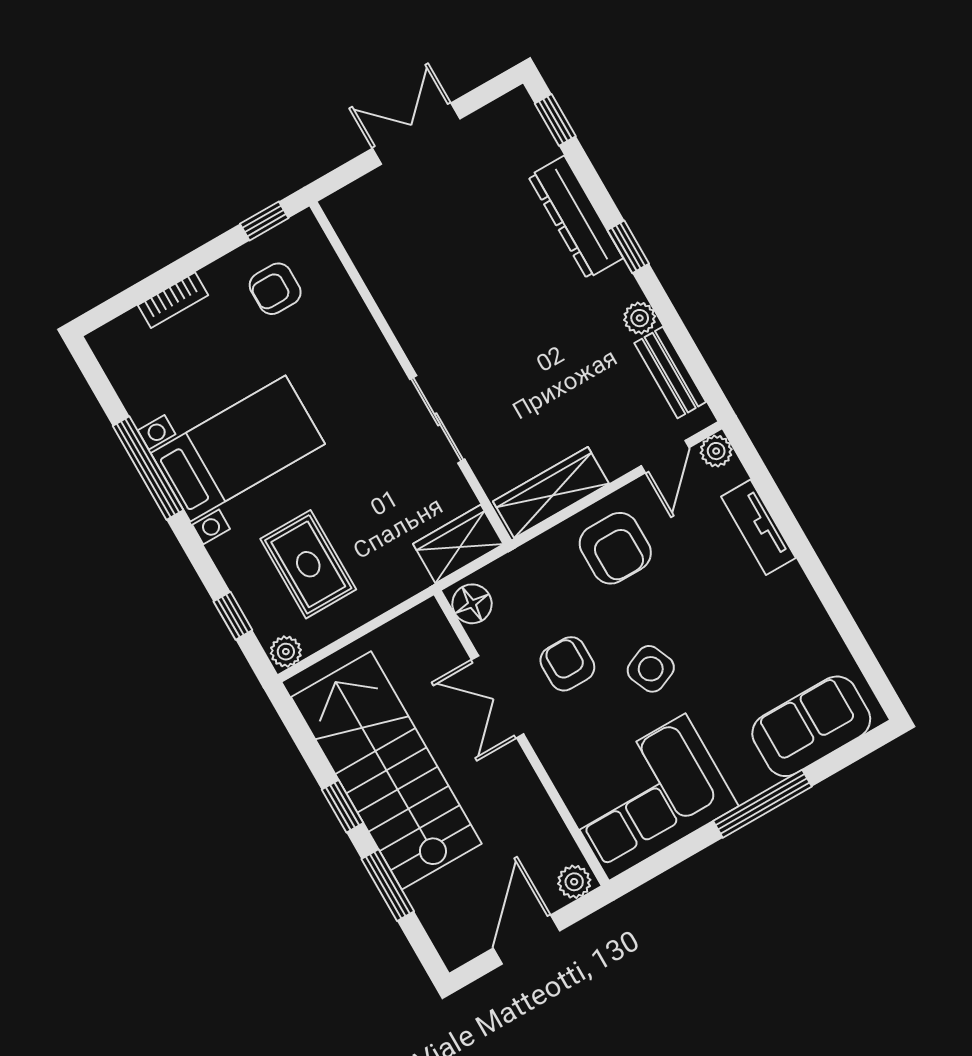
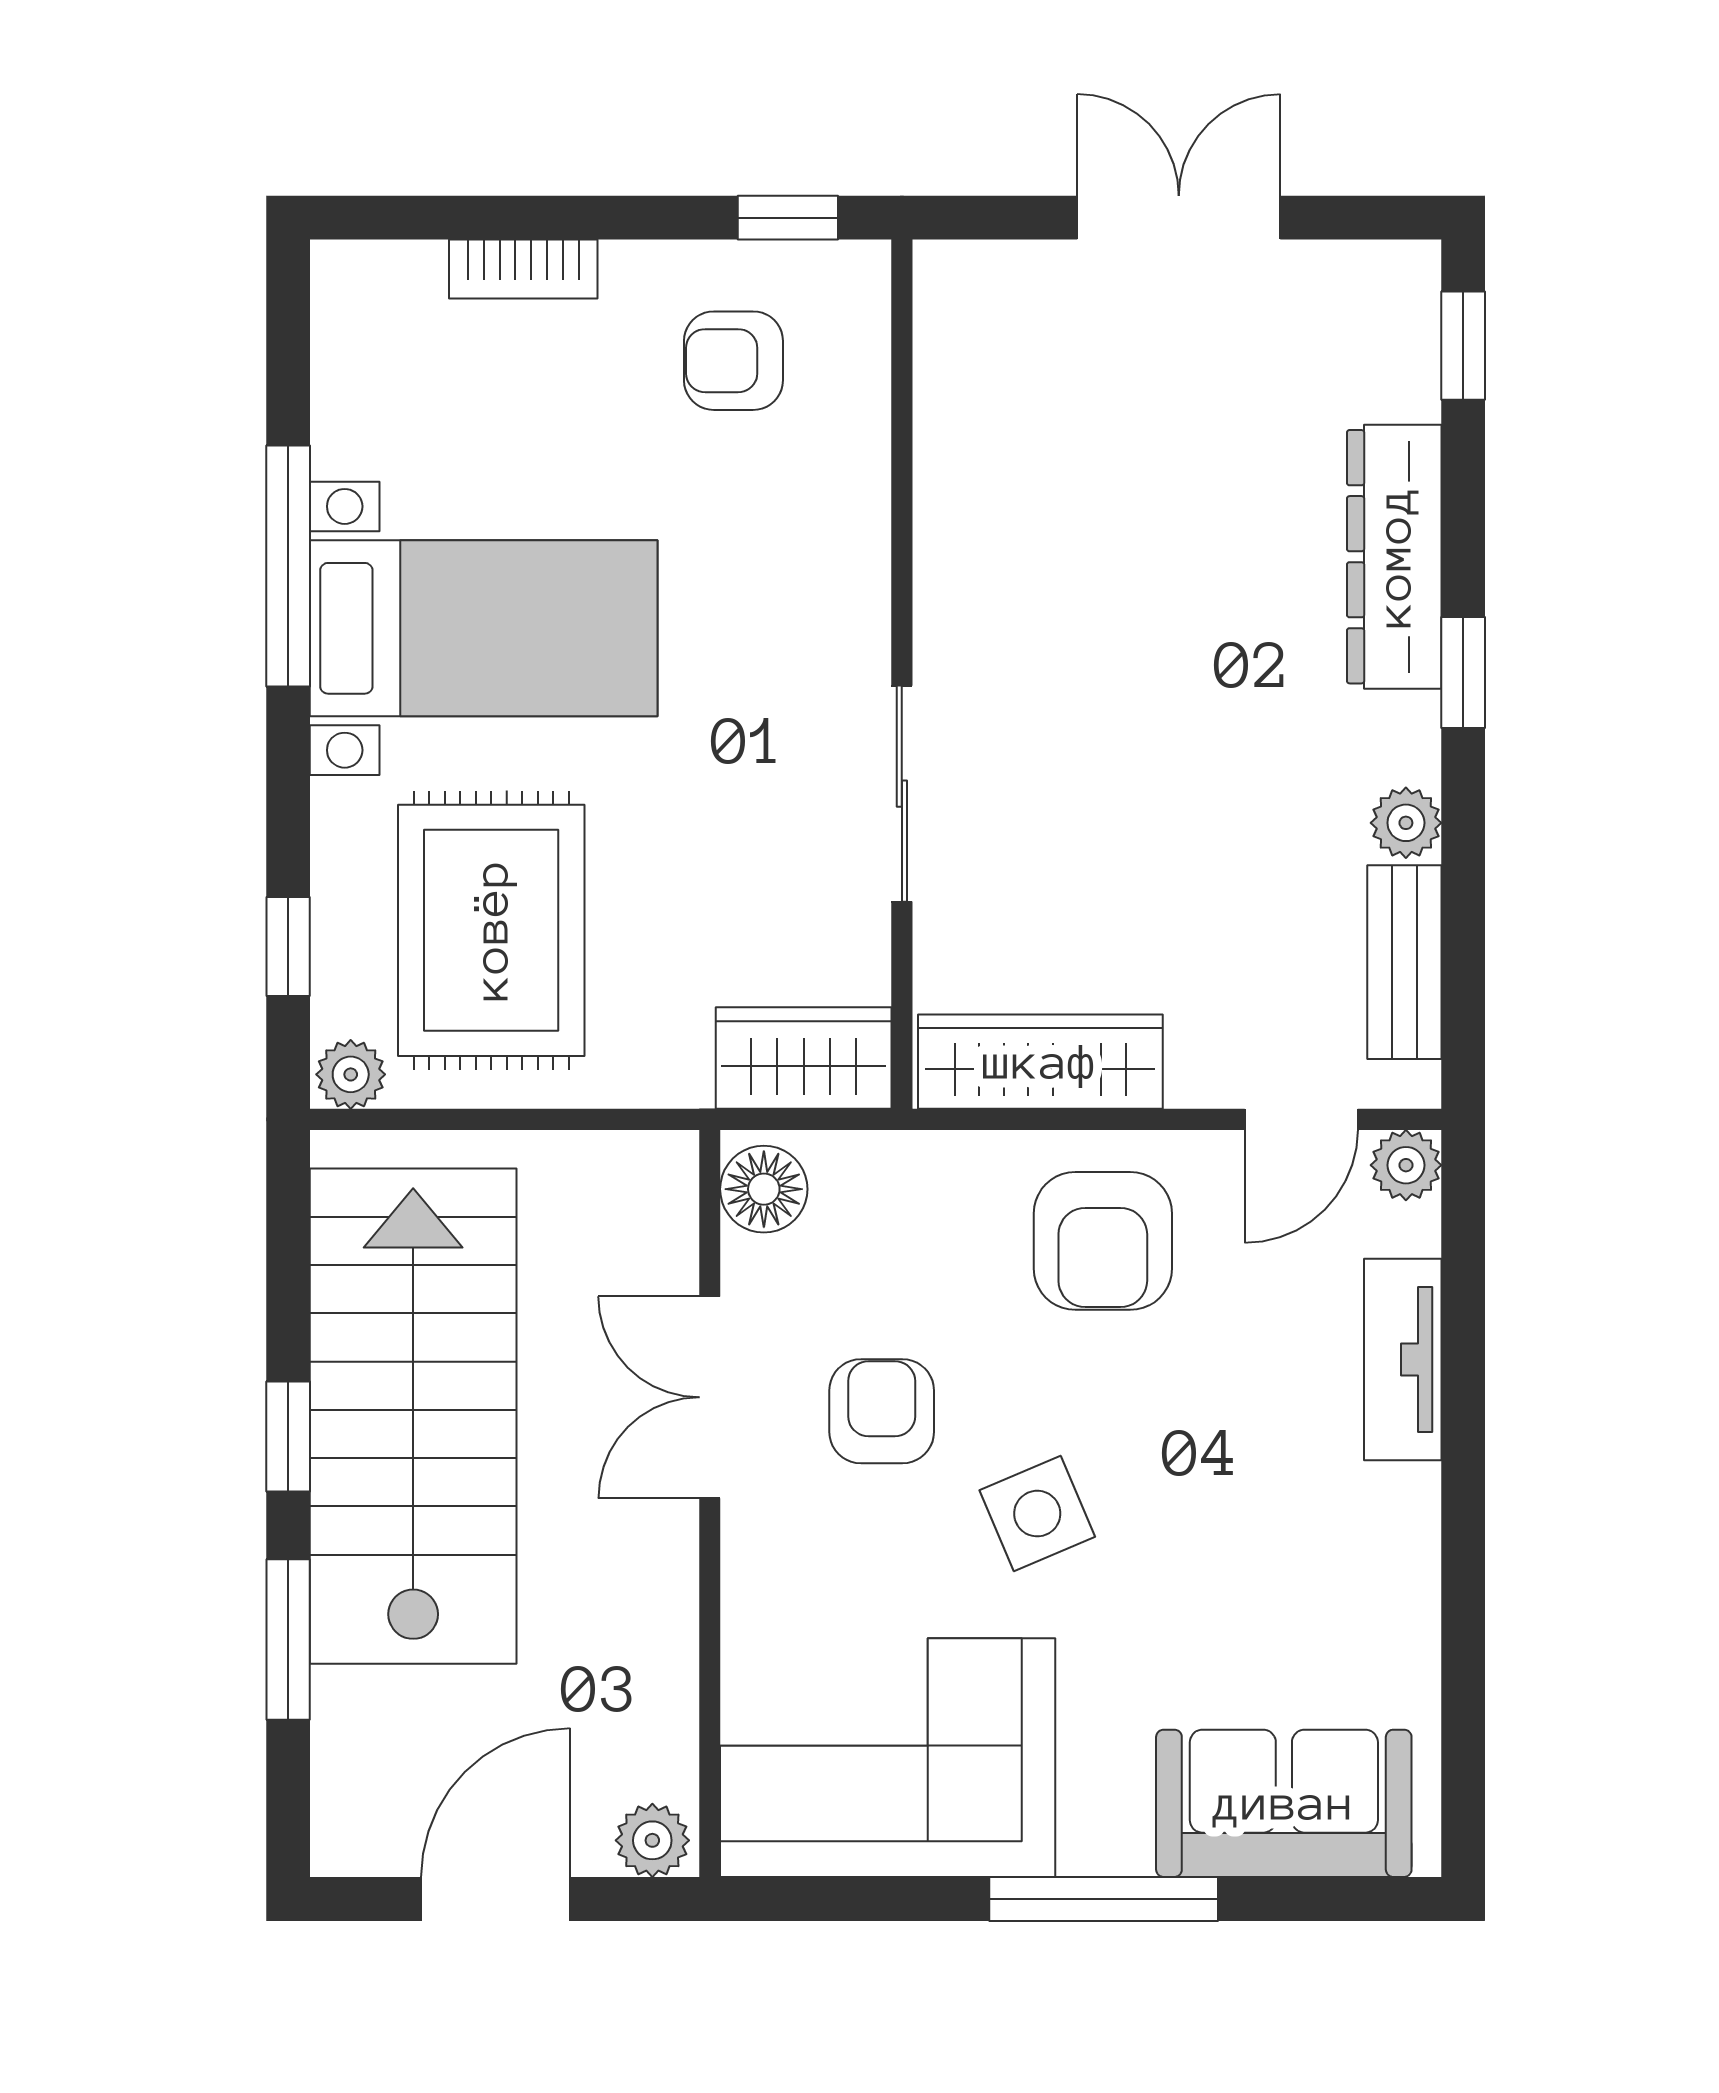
rug: (308, 564) -> (491, 930), width x1.36, depth x1.43

